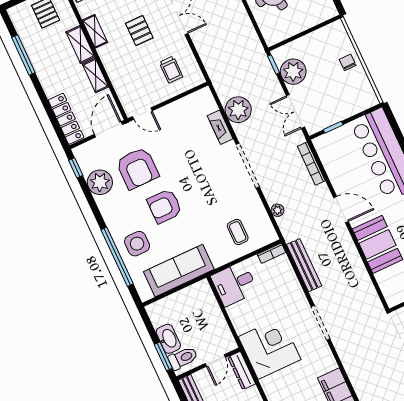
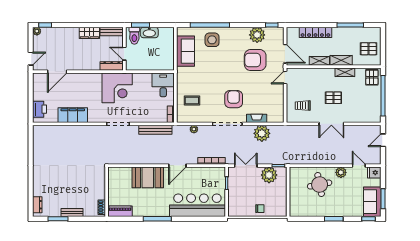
locker: (66, 119) -> (315, 32), moved
armchair: (165, 206) -> (234, 99), moved
sofa: (179, 271) -> (186, 51), width x0.73

